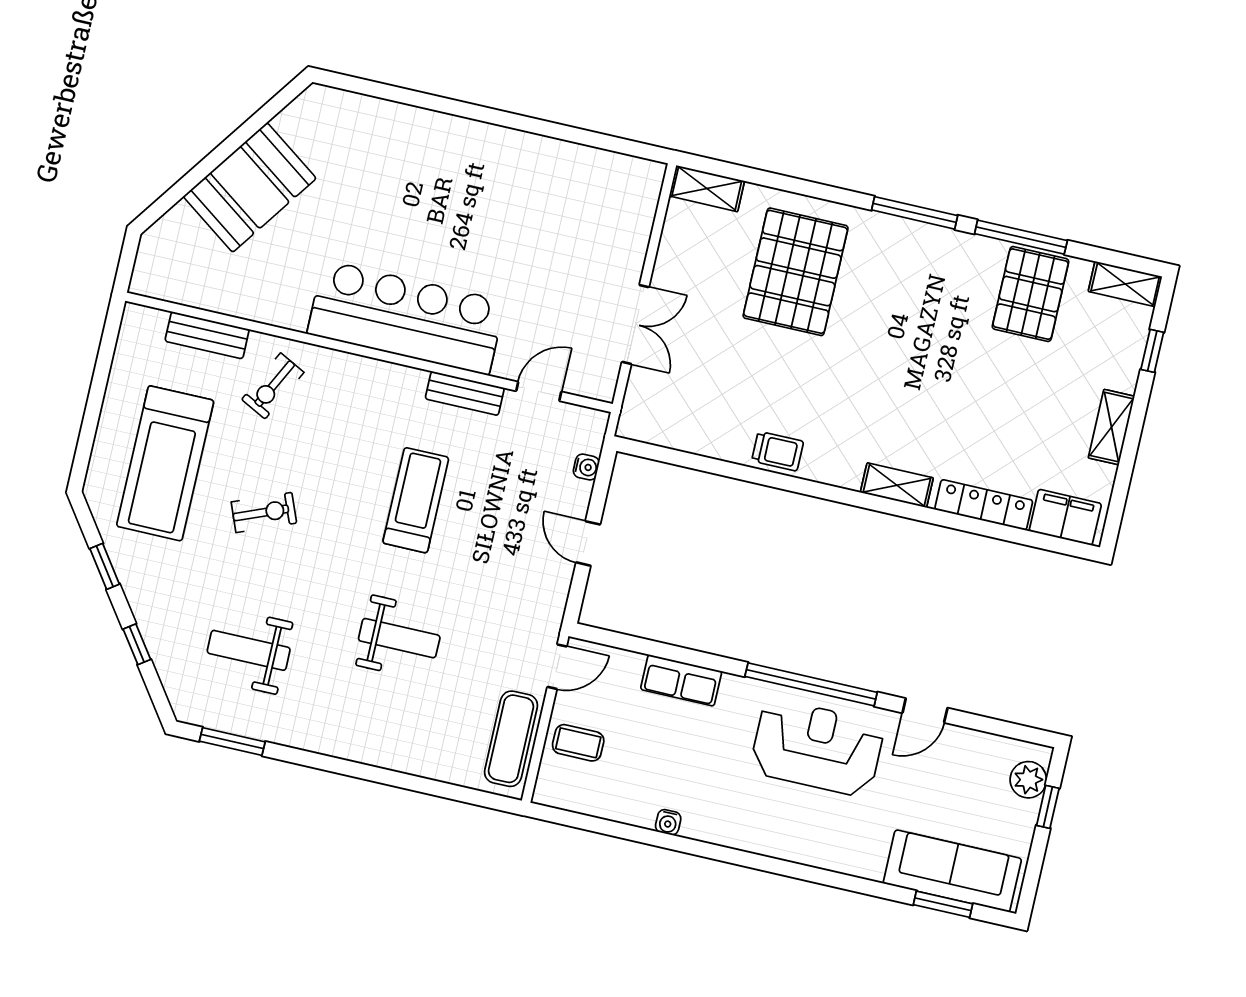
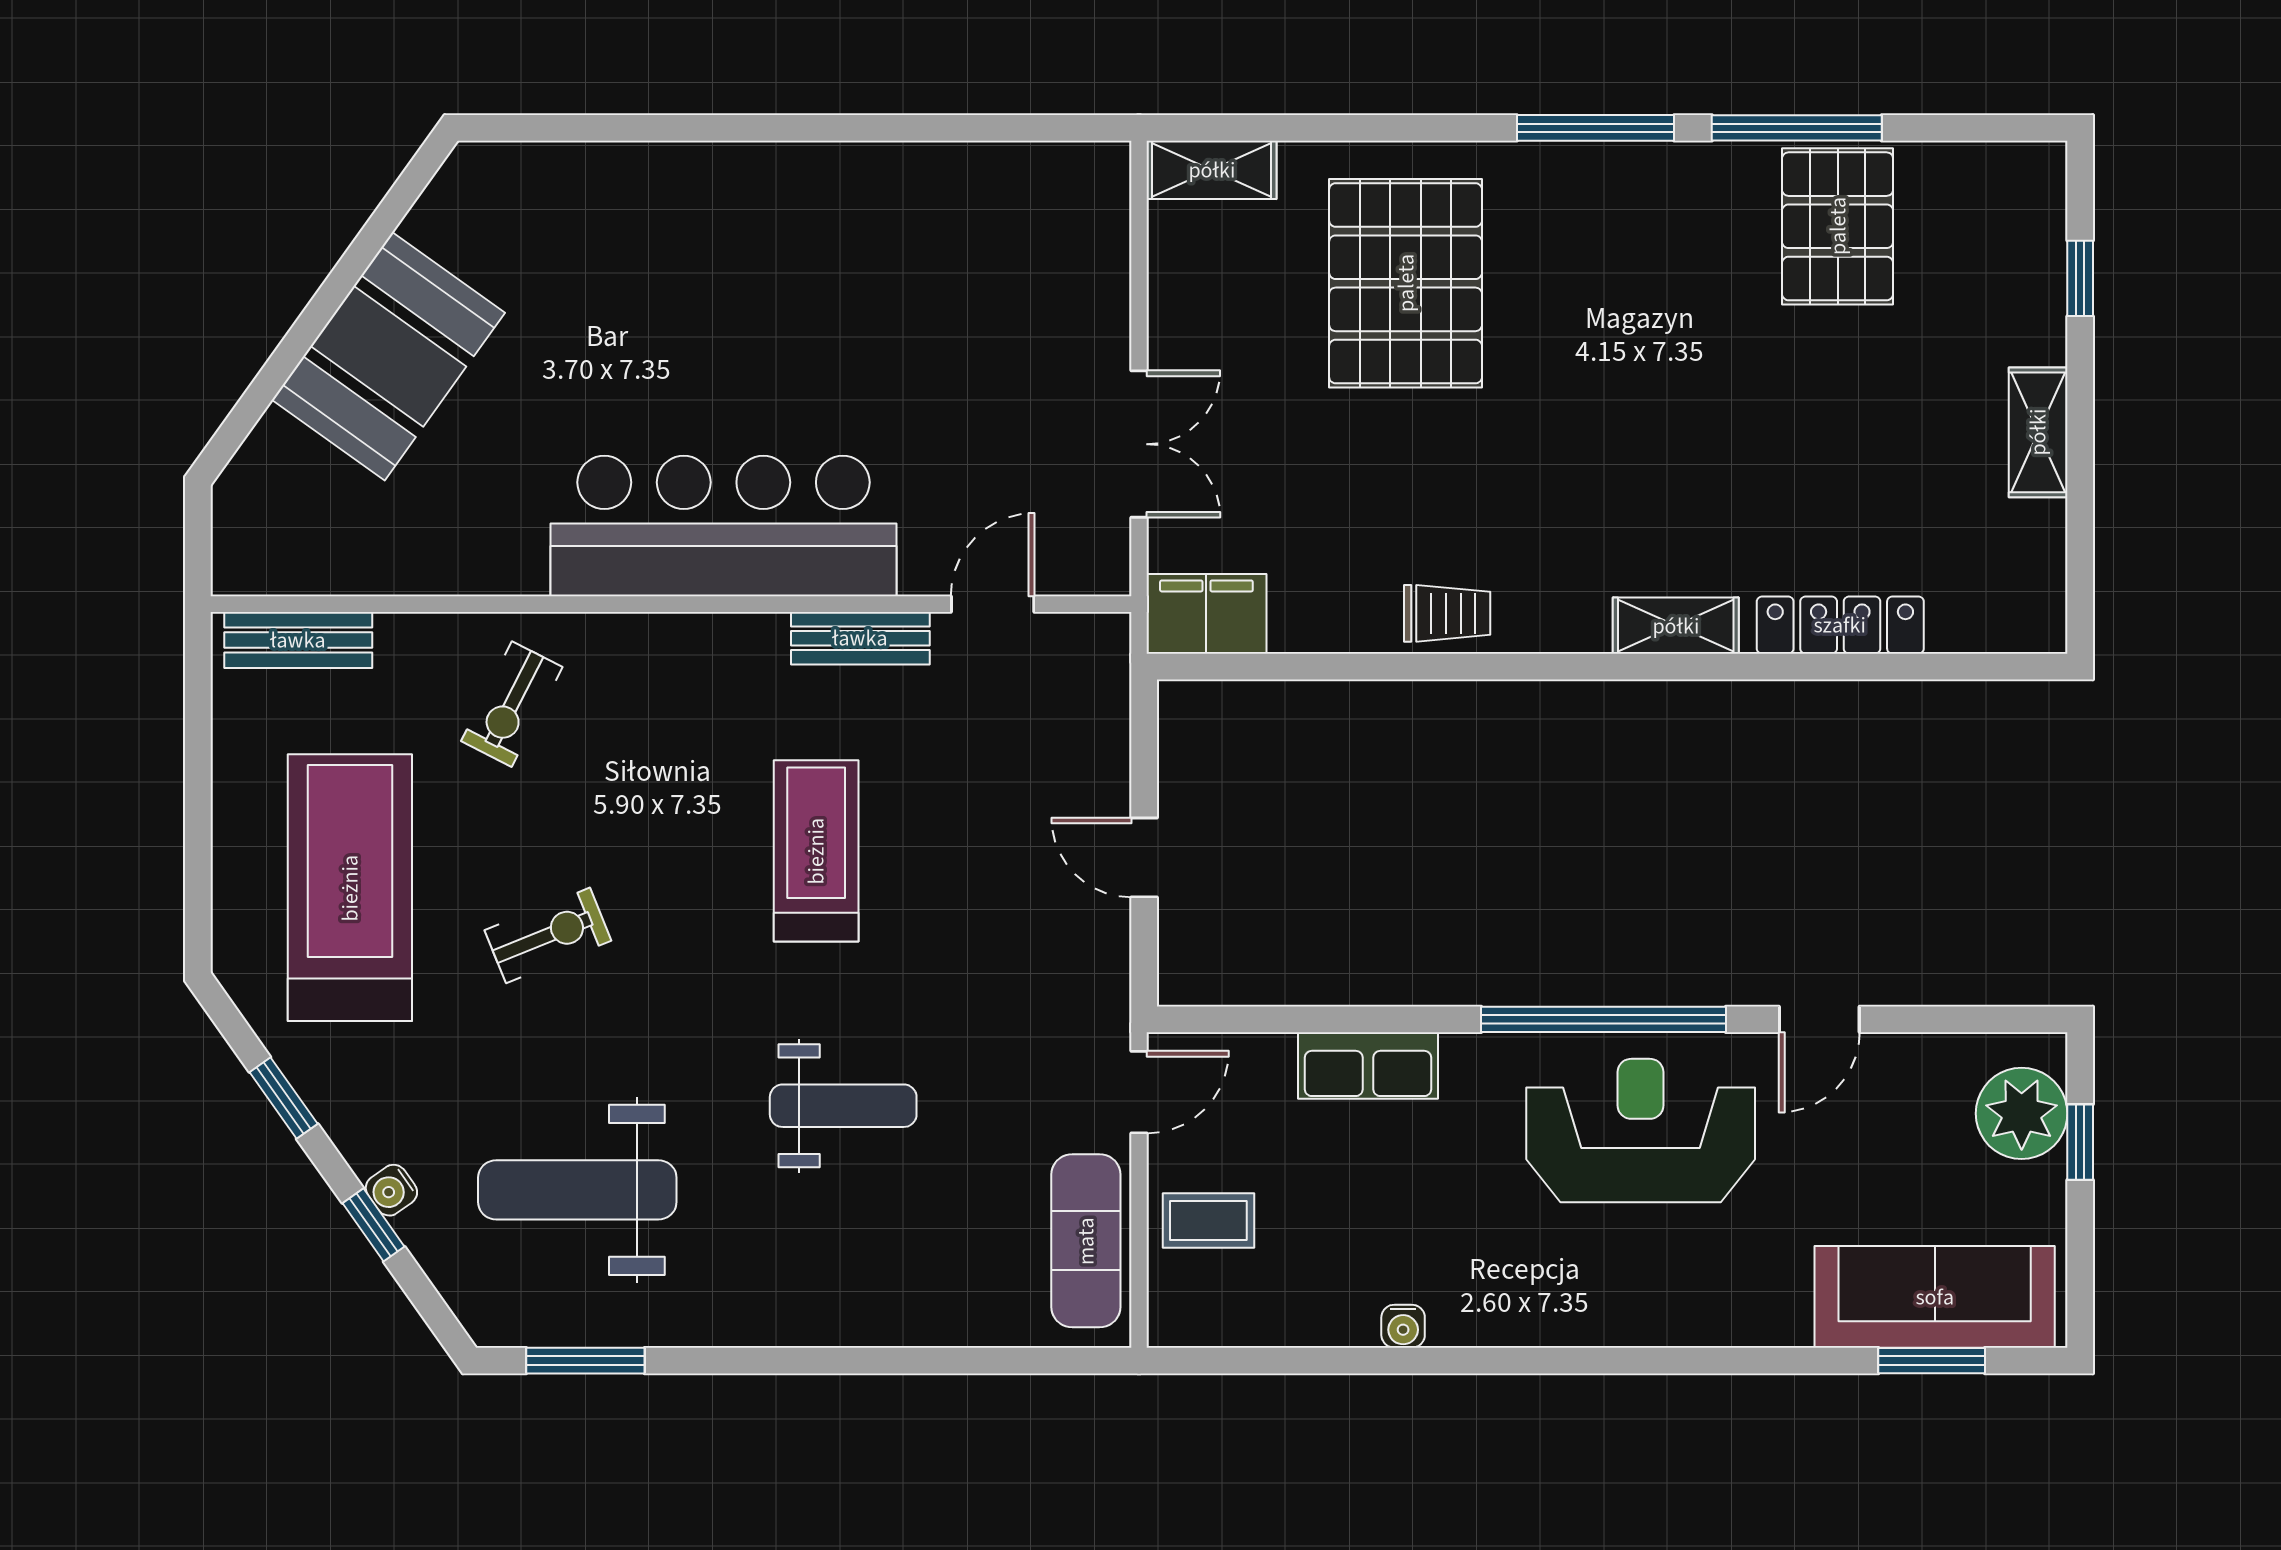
shelving: (1125, 284) -> (2004, 169), removed
bench: (207, 335) -> (298, 640), moved
treadmill: (165, 463) -> (350, 888), turned 180
water cooler: (586, 467) -> (391, 1190), moved, turned 145
filing cabinet: (1065, 517) -> (1206, 614), moved
weight bench: (249, 650) -> (577, 1190), width x1.36, depth x1.33
plant: (1028, 780) -> (2022, 1113), width x1.36, depth x1.36

